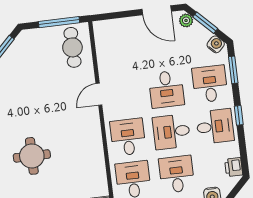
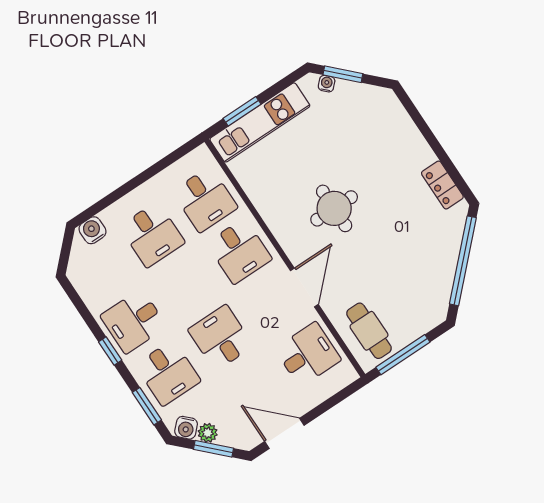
plant: (186, 20) -> (208, 433), moved
door: (99, 94) -> (304, 288), width x1.38
desk: (171, 132) -> (308, 354), moved
round table: (32, 156) -> (334, 208), moved
printer: (234, 167) -> (83, 281), removed

